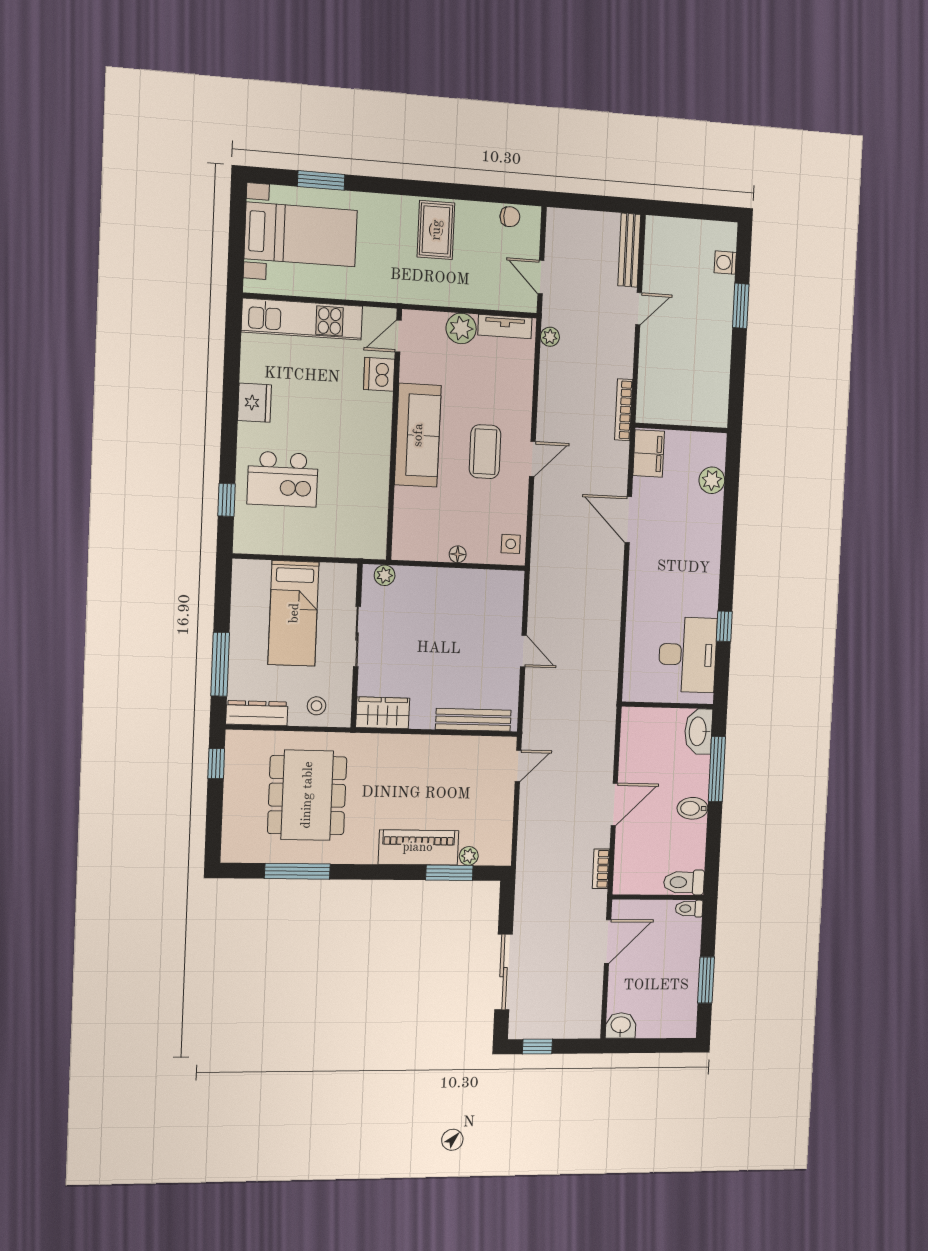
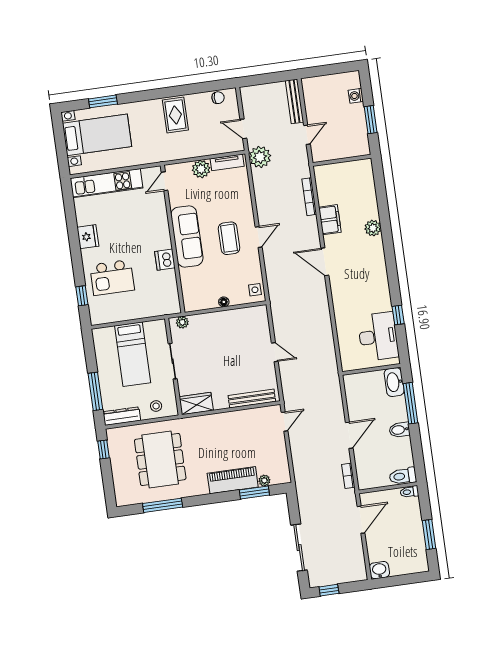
plant: (550, 337) -> (260, 157), width x1.88, depth x1.88
dishwasher: (379, 374) -> (165, 260), moved
wall: (681, 428) -> (342, 160), moved

